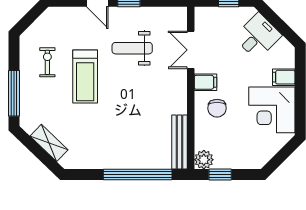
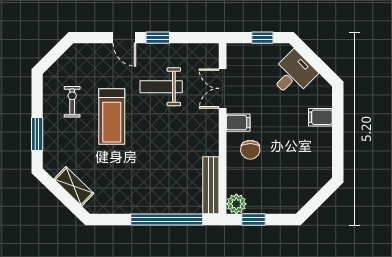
window: (14, 93) -> (37, 134), width x0.69
corner desk: (272, 110) -> (308, 152), removed

